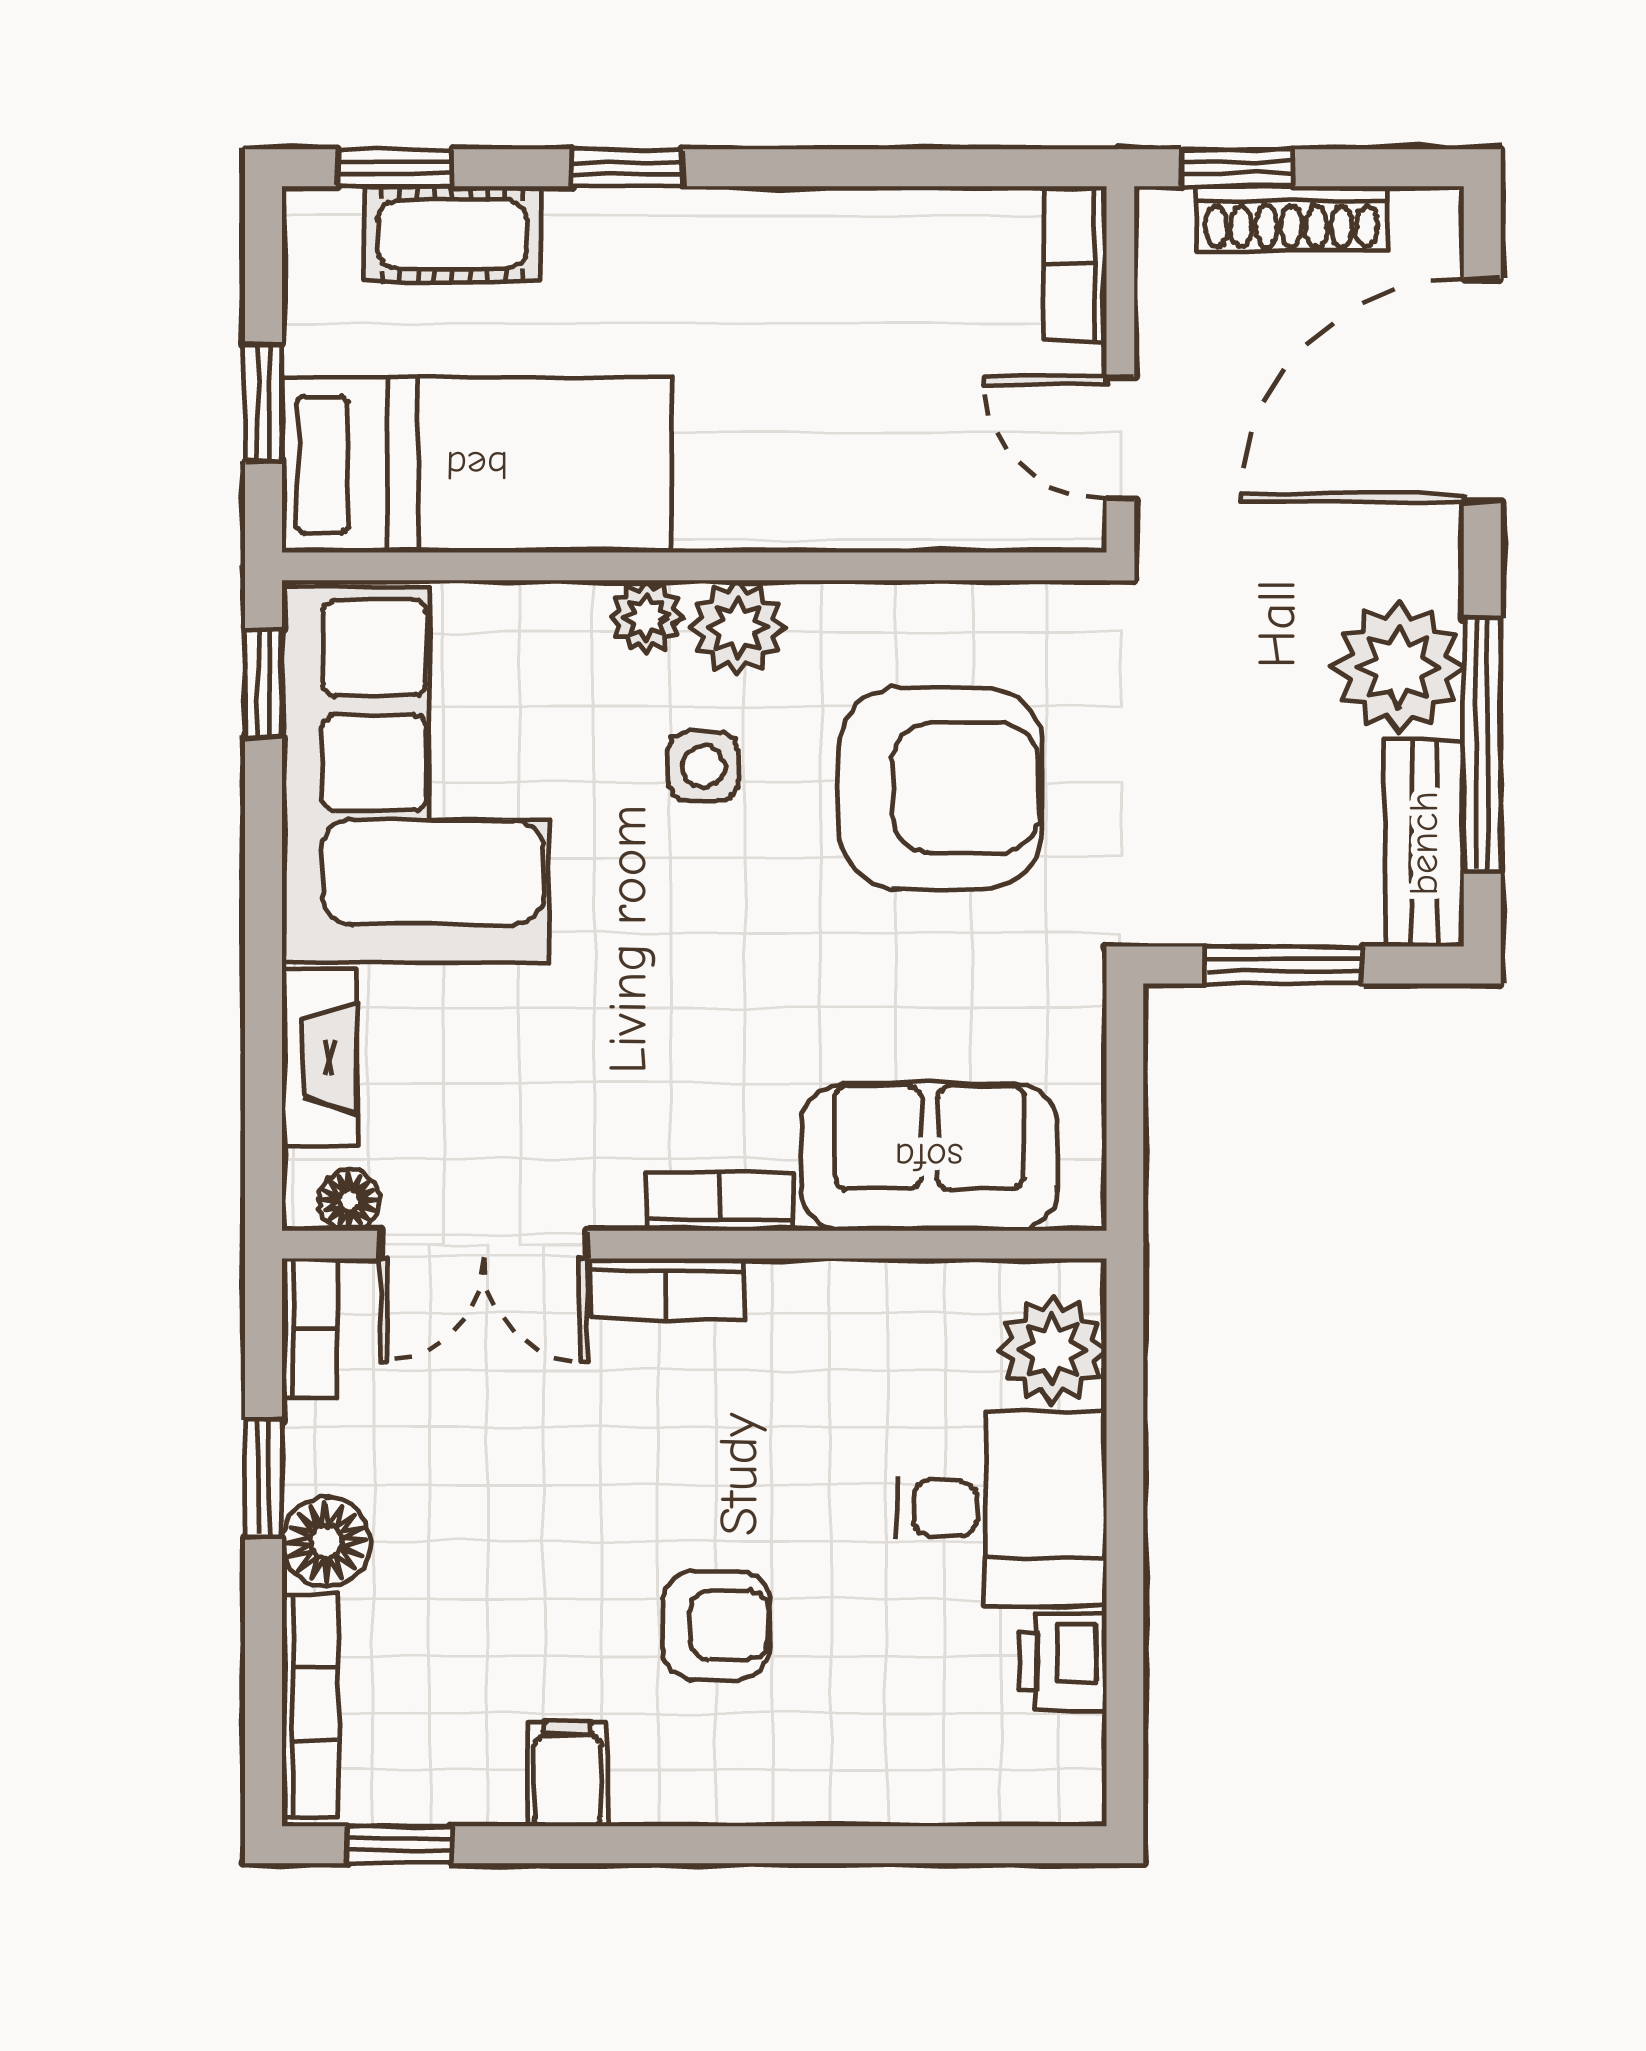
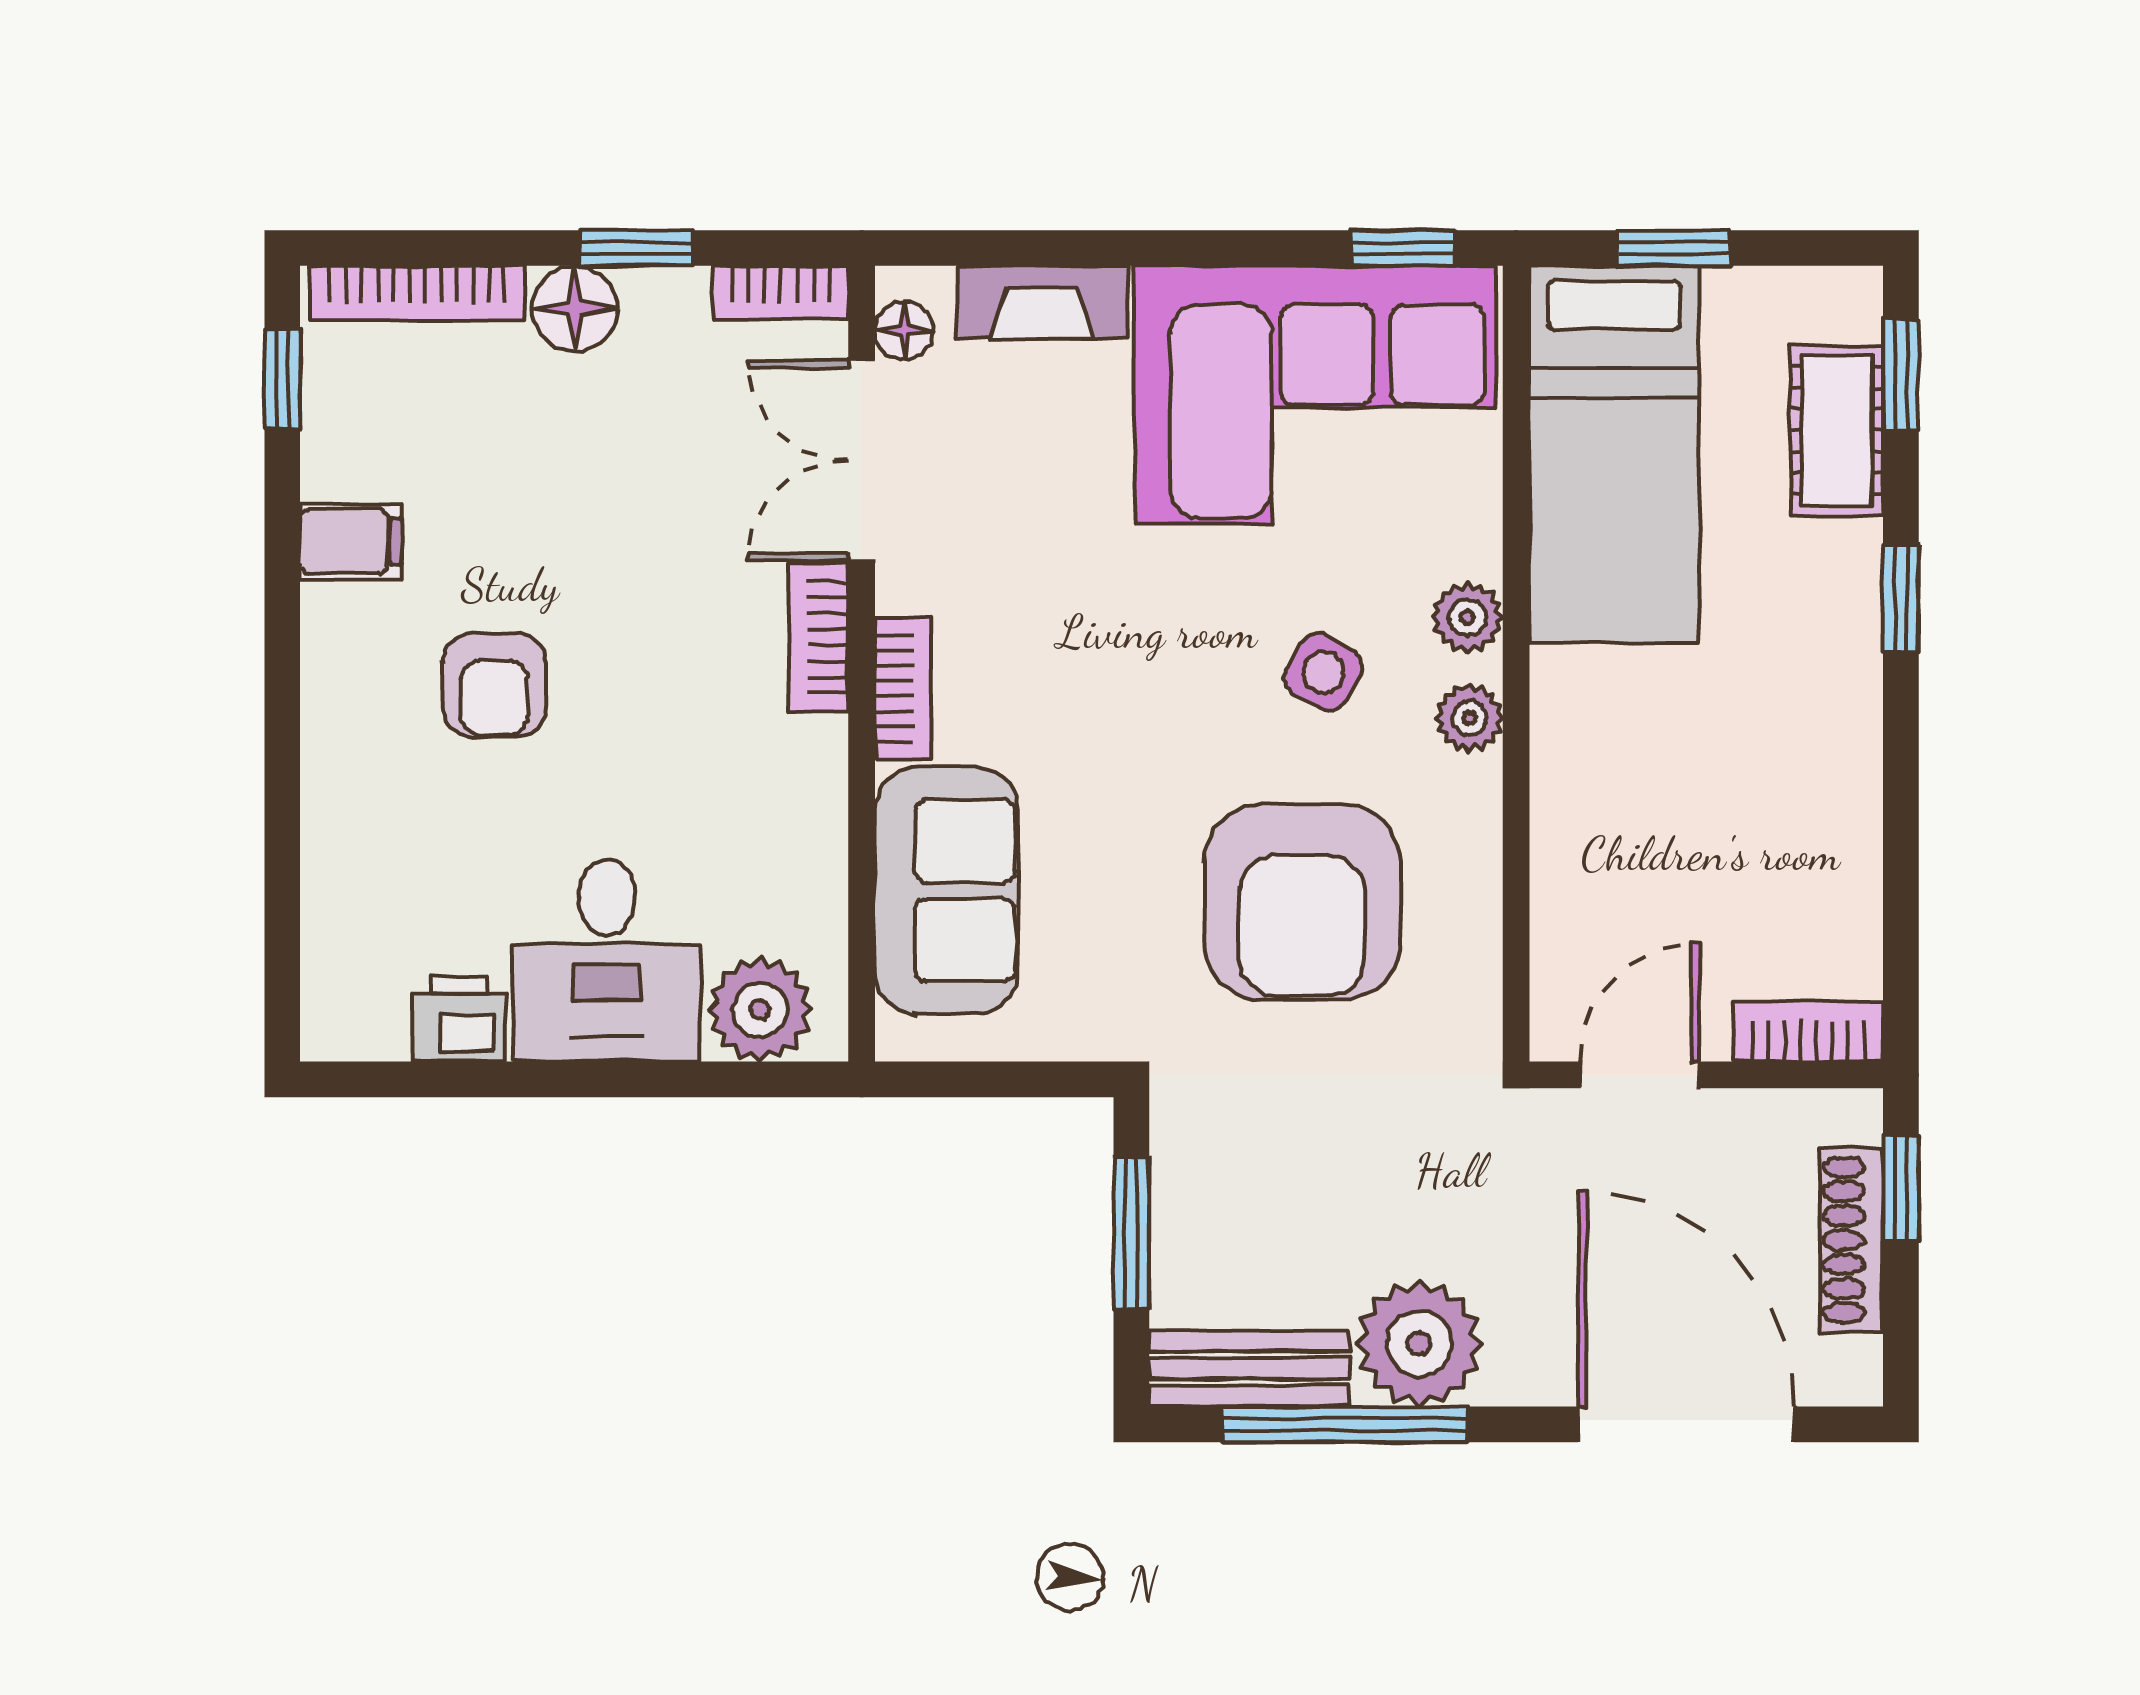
plant: (737, 628) -> (1470, 718), width x0.73, depth x0.73
side table: (703, 766) -> (1323, 672), turned 30

